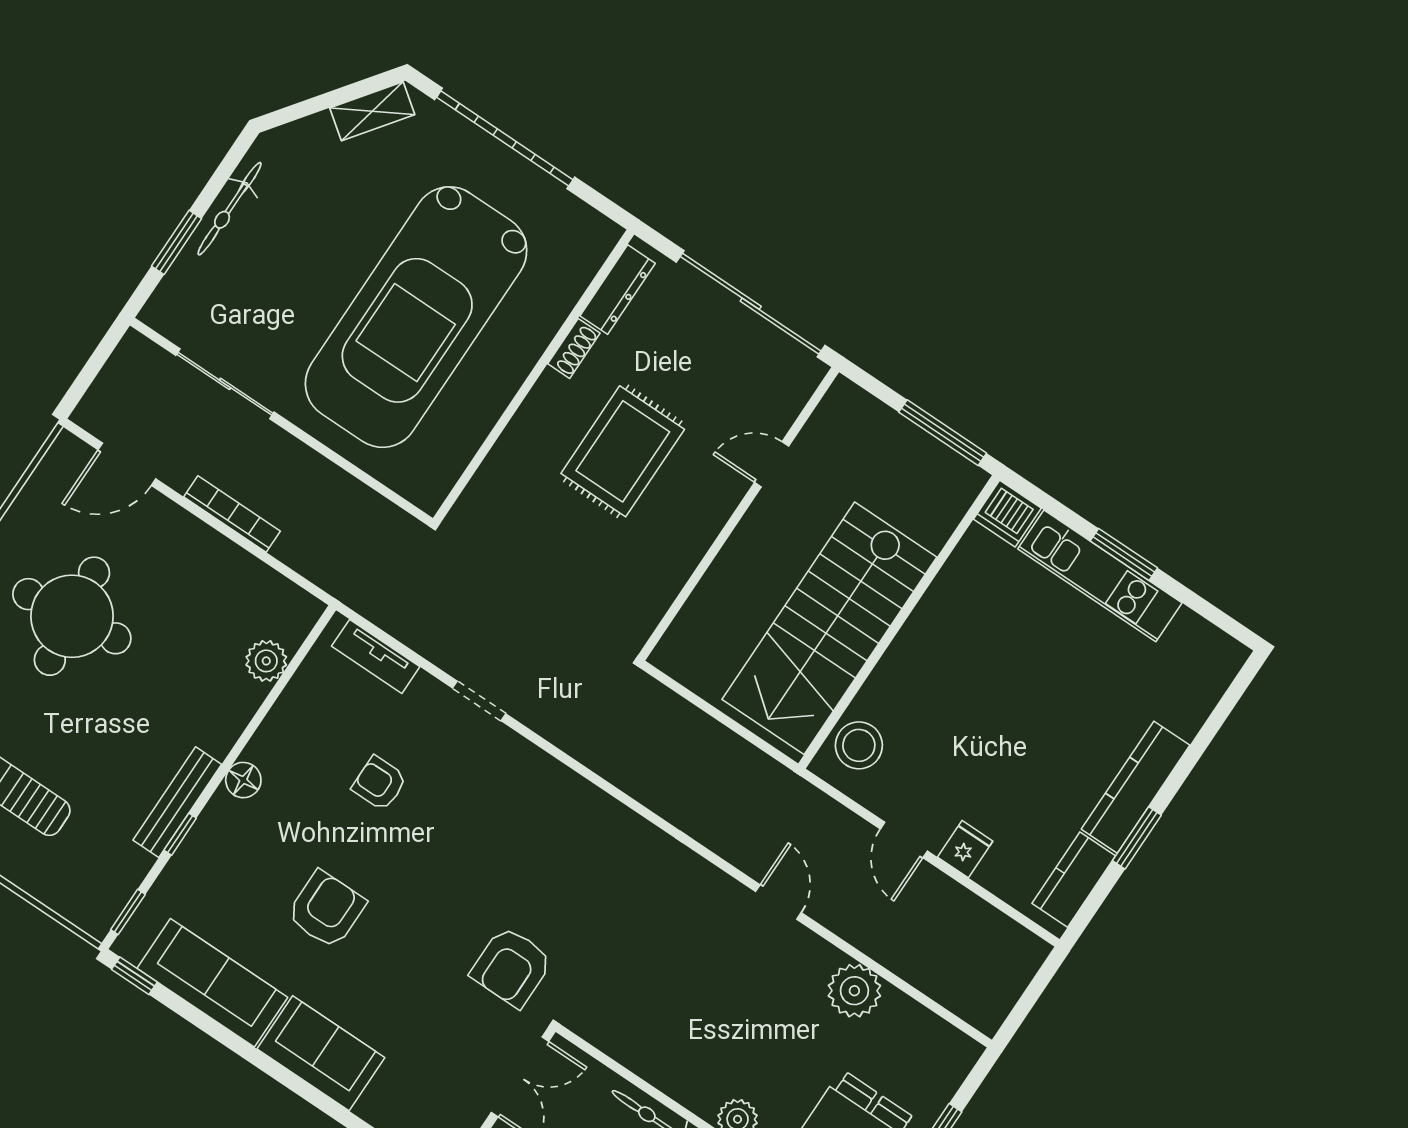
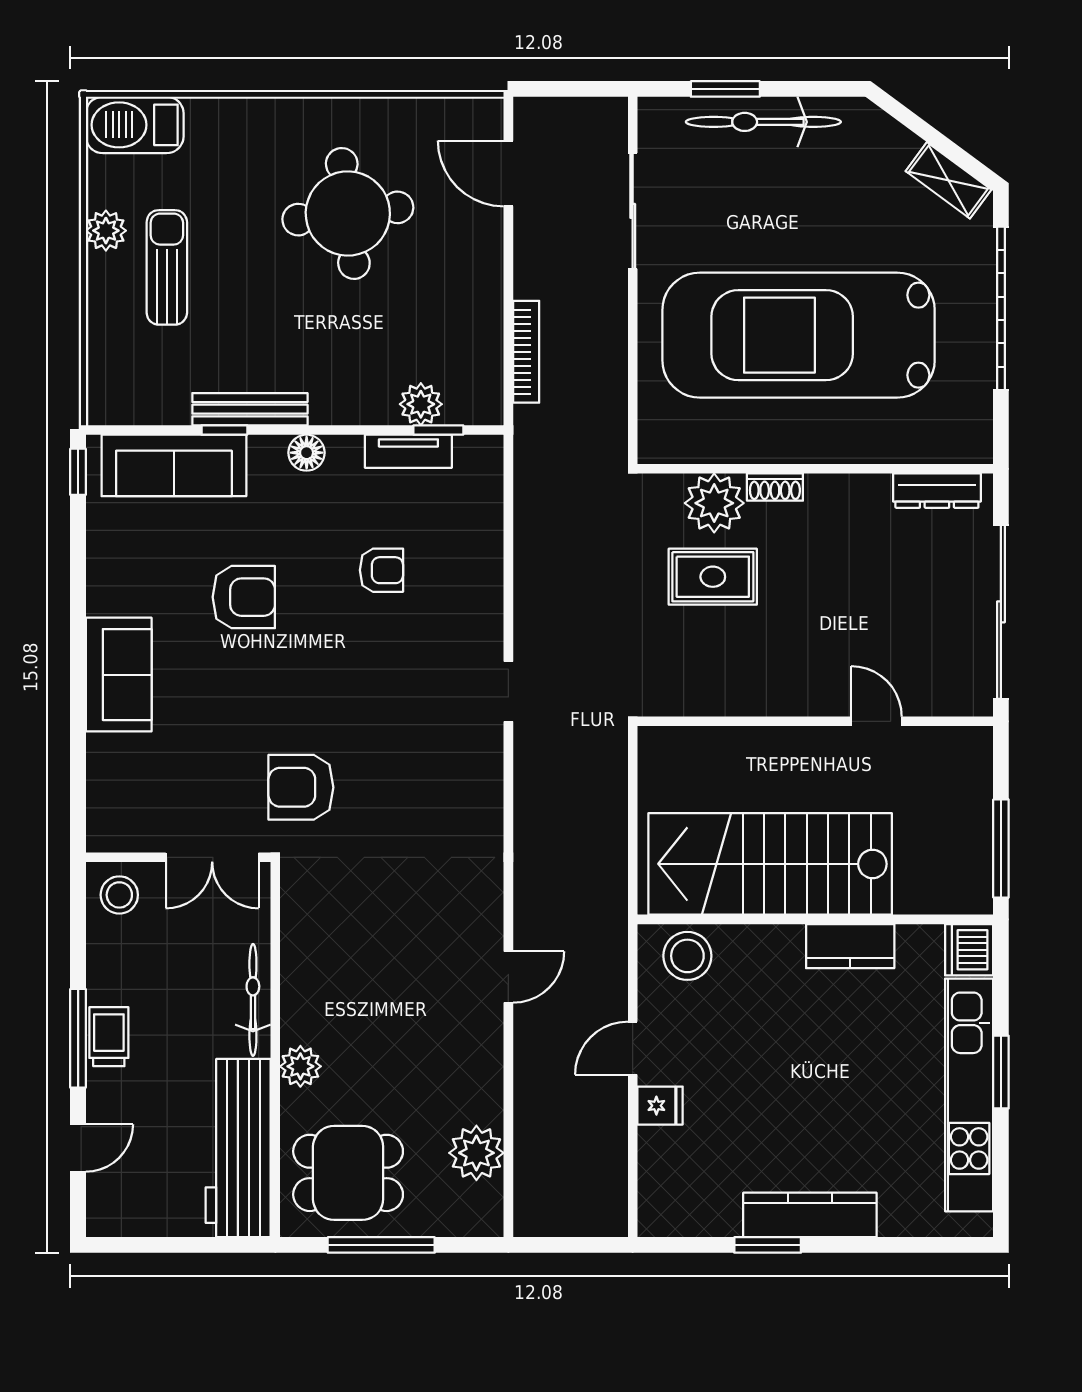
bicycle: (229, 209) -> (763, 122), width x1.37, depth x1.40
shoe rack: (574, 348) -> (775, 487), moved
rug: (623, 451) -> (713, 577), moved, width x0.73, depth x0.70
plant: (506, 477) -> (714, 503), added
bookcase: (232, 514) -> (526, 352), moved
kitchen unit: (1100, 576) -> (969, 1095), width x1.36
tv unit: (376, 656) -> (408, 451), moved, turned -90
doorway: (479, 701) -> (508, 692), moved
armchair: (379, 783) -> (381, 570), turned 90
kitchen counter: (1074, 880) -> (850, 946), moved, turned 180
window: (128, 912) -> (438, 430), moved
sofa: (212, 983) -> (174, 465), moved, turned 90
plant: (854, 991) -> (476, 1153), moved

